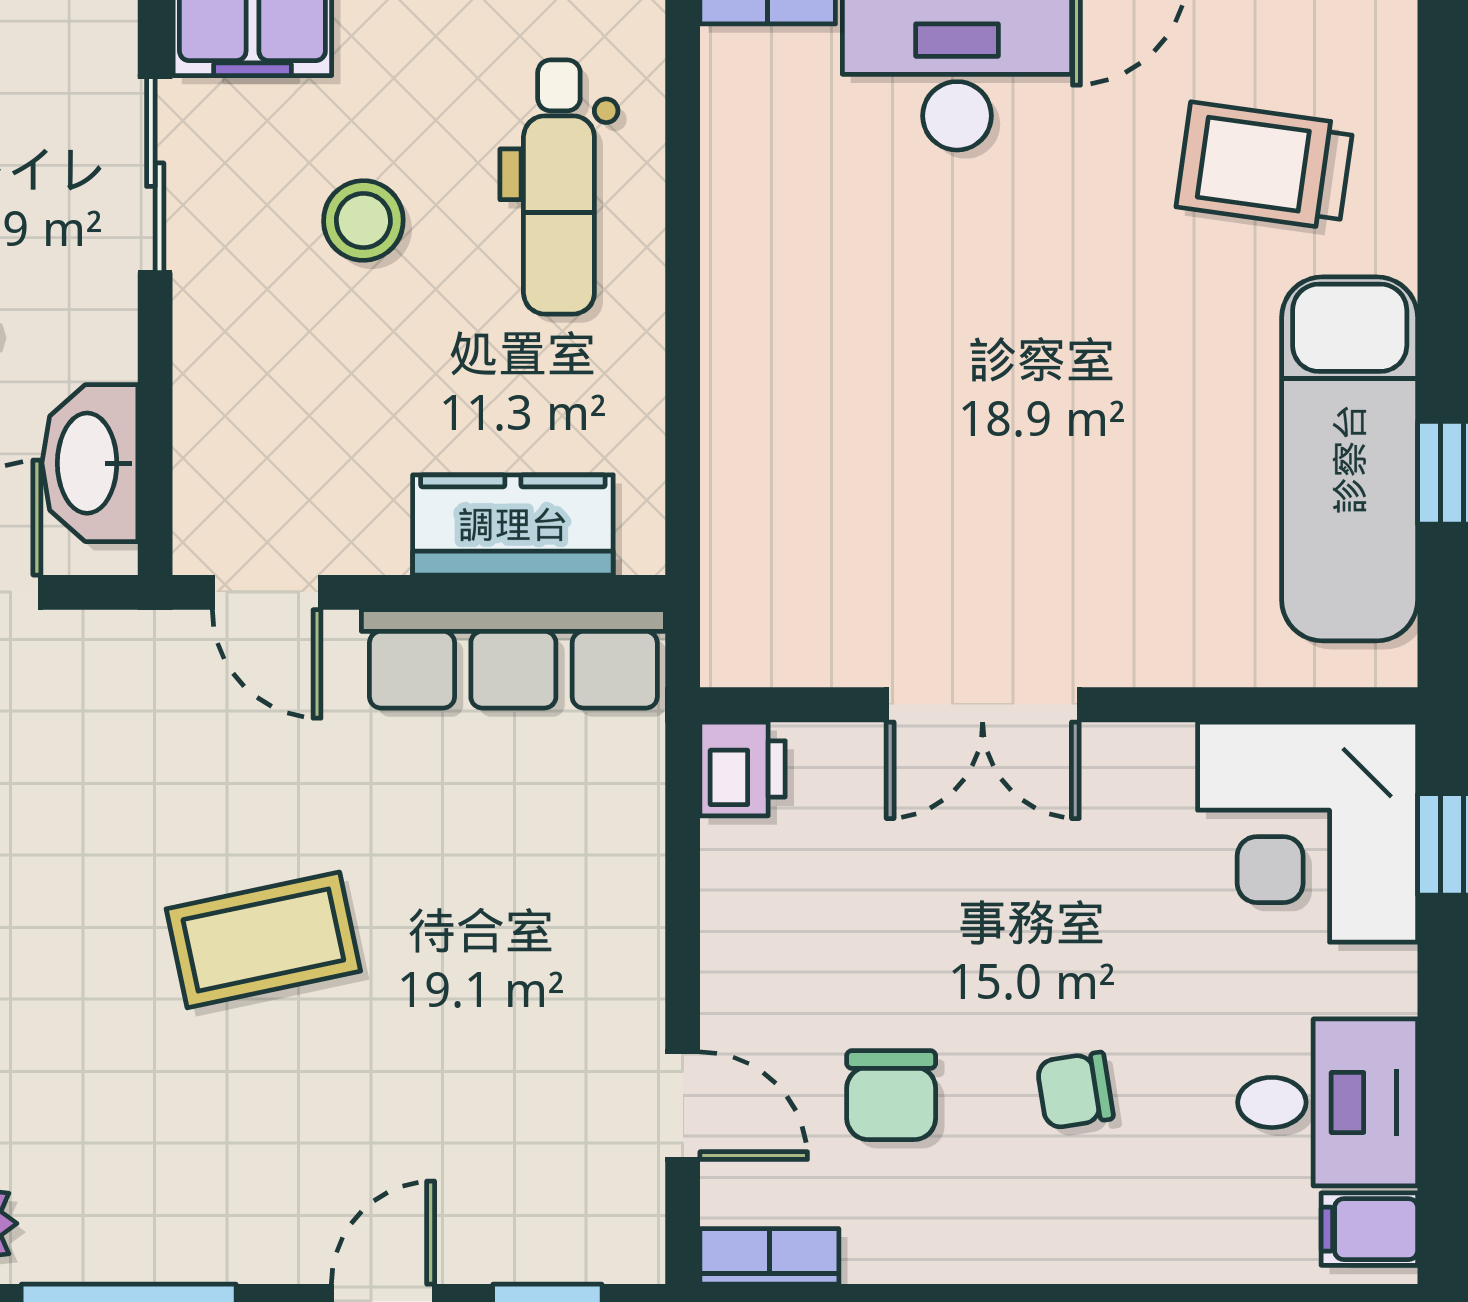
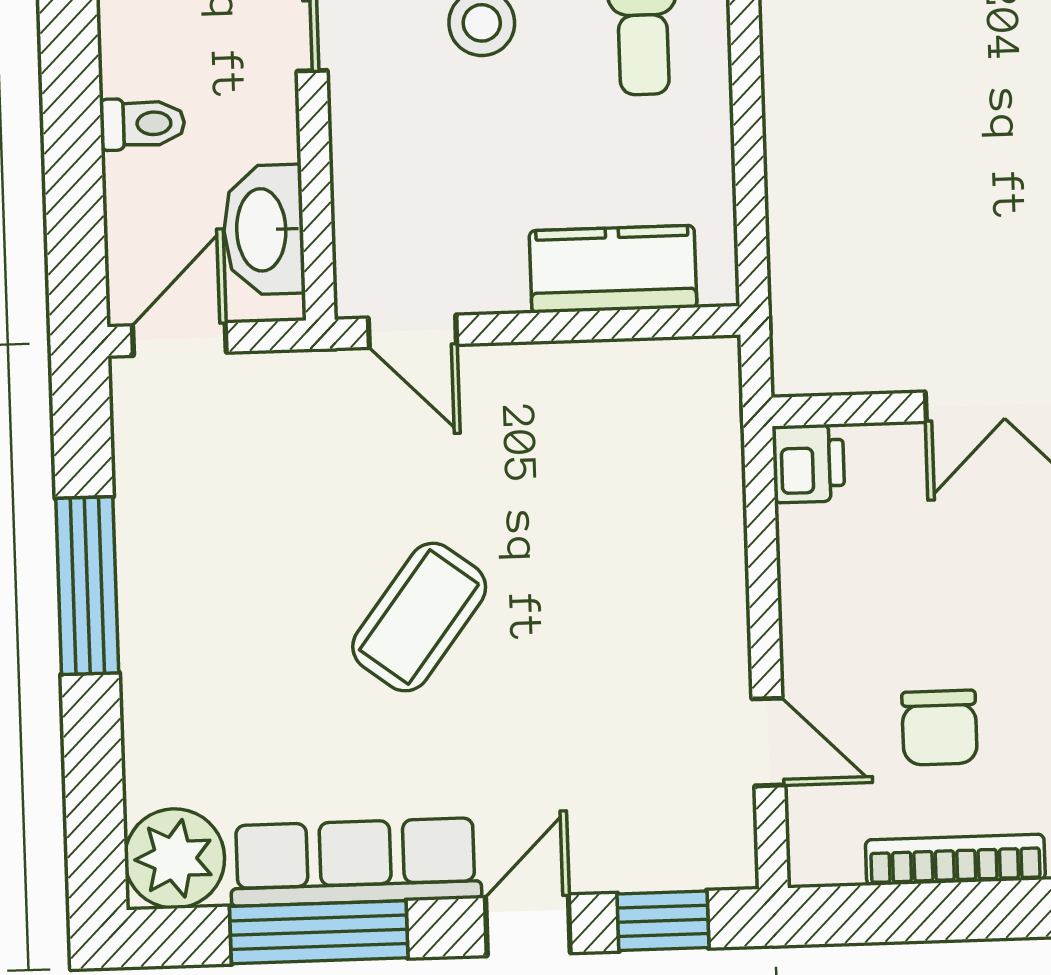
row of seats: (513, 659) -> (355, 862), moved, turned 180
coffee table: (263, 940) -> (419, 617), turned -41
bookcase: (769, 1256) -> (955, 860), moved, width x1.56

